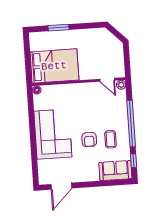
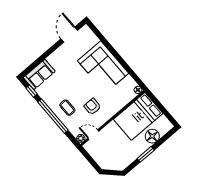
window: (59, 28) -> (146, 154), moved
floor lamp: (55, 39) -> (152, 136), added
coffee table: (110, 139) -> (67, 108), moved
armchair: (89, 140) -> (92, 107), moved

